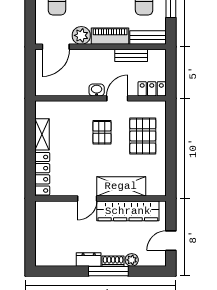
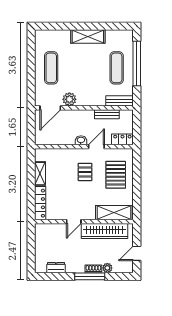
piano: (110, 36) -> (91, 100), removed
shelving: (121, 186) -> (114, 213), moved
dresser: (89, 260) -> (56, 268), moved

